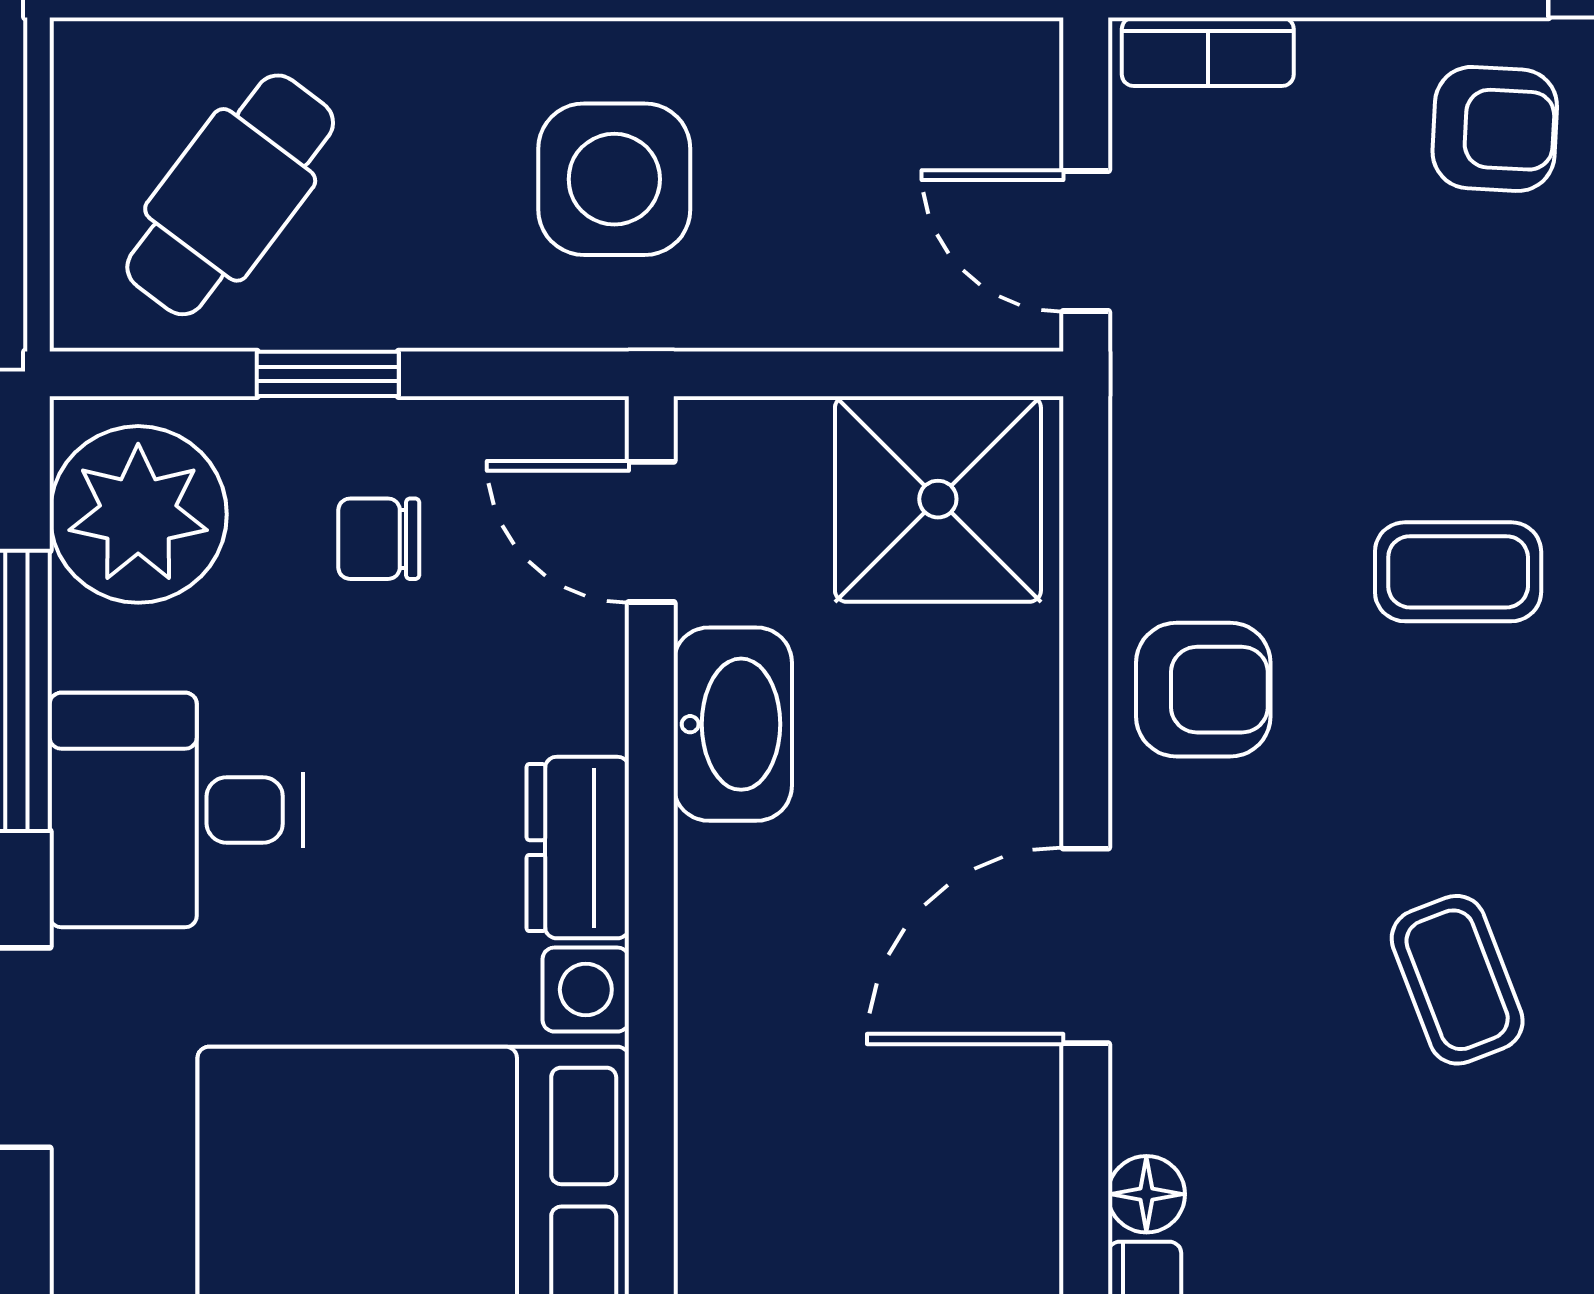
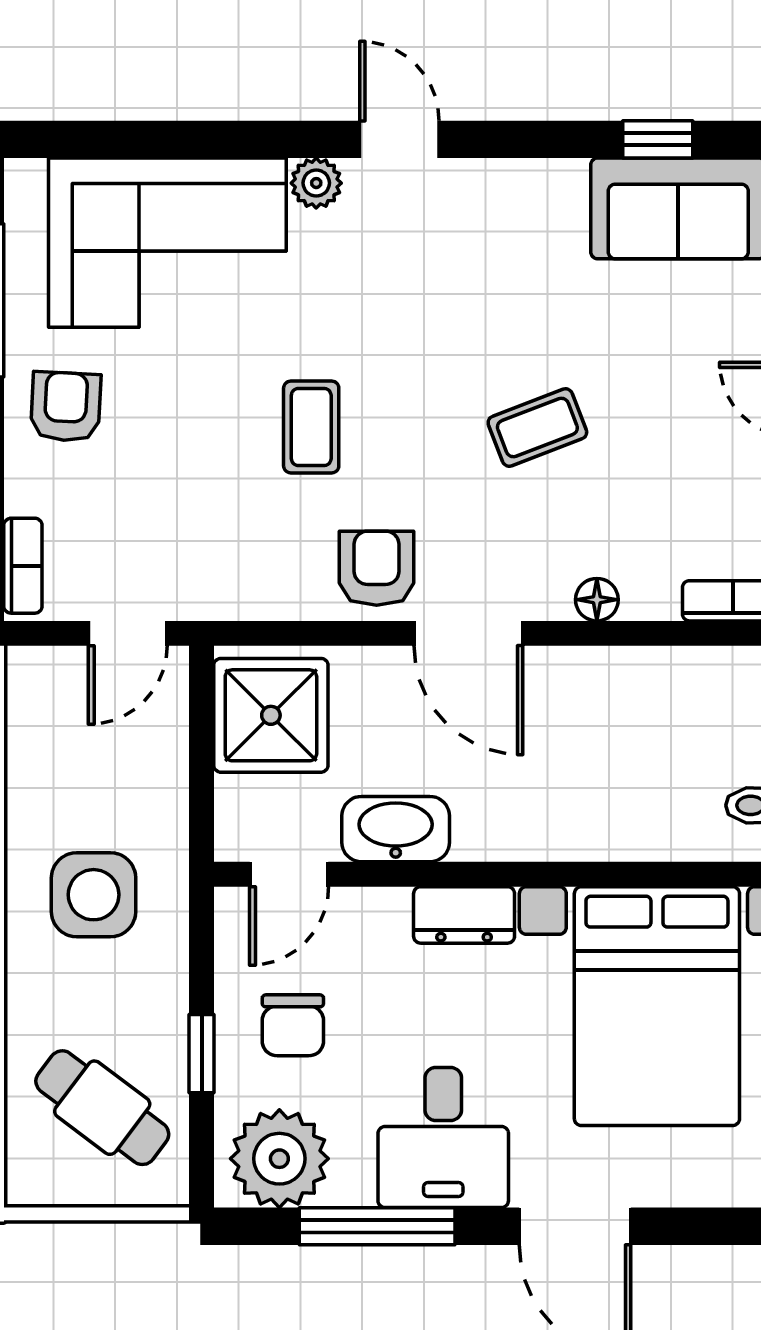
chair: (379, 539) -> (293, 1025), width x1.37, depth x1.37
door: (1086, 946) -> (468, 633), moved
floor lamp: (1146, 1194) -> (597, 600), moved

